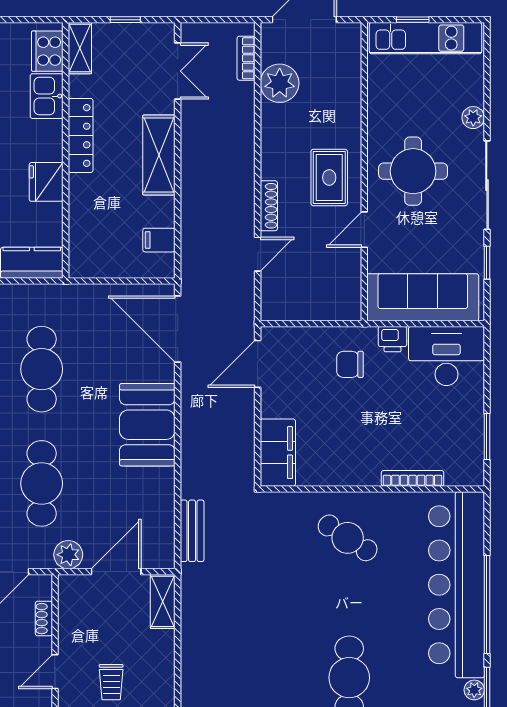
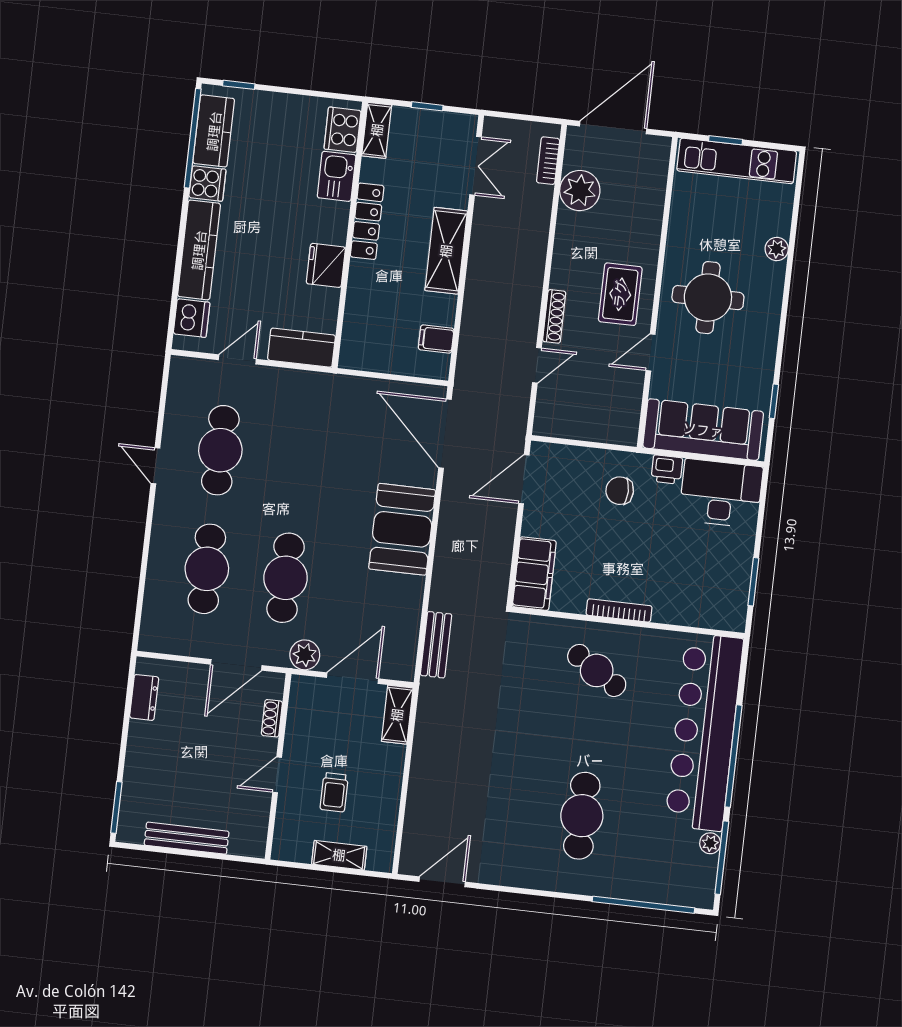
sliding door: (487, 185) -> (783, 321), removed
cafe table: (42, 369) -> (299, 459), removed
bookcase: (413, 478) -> (619, 610), moved

